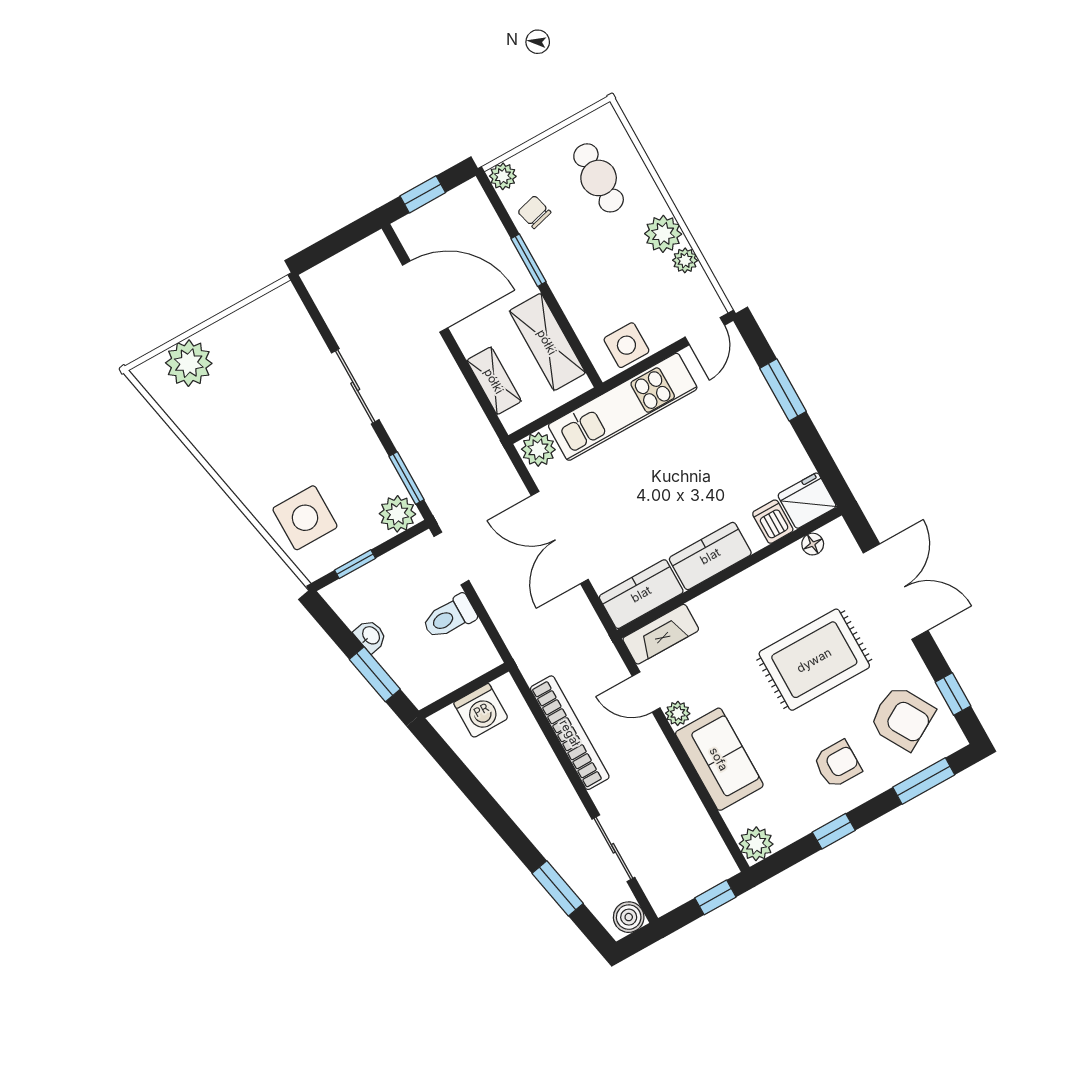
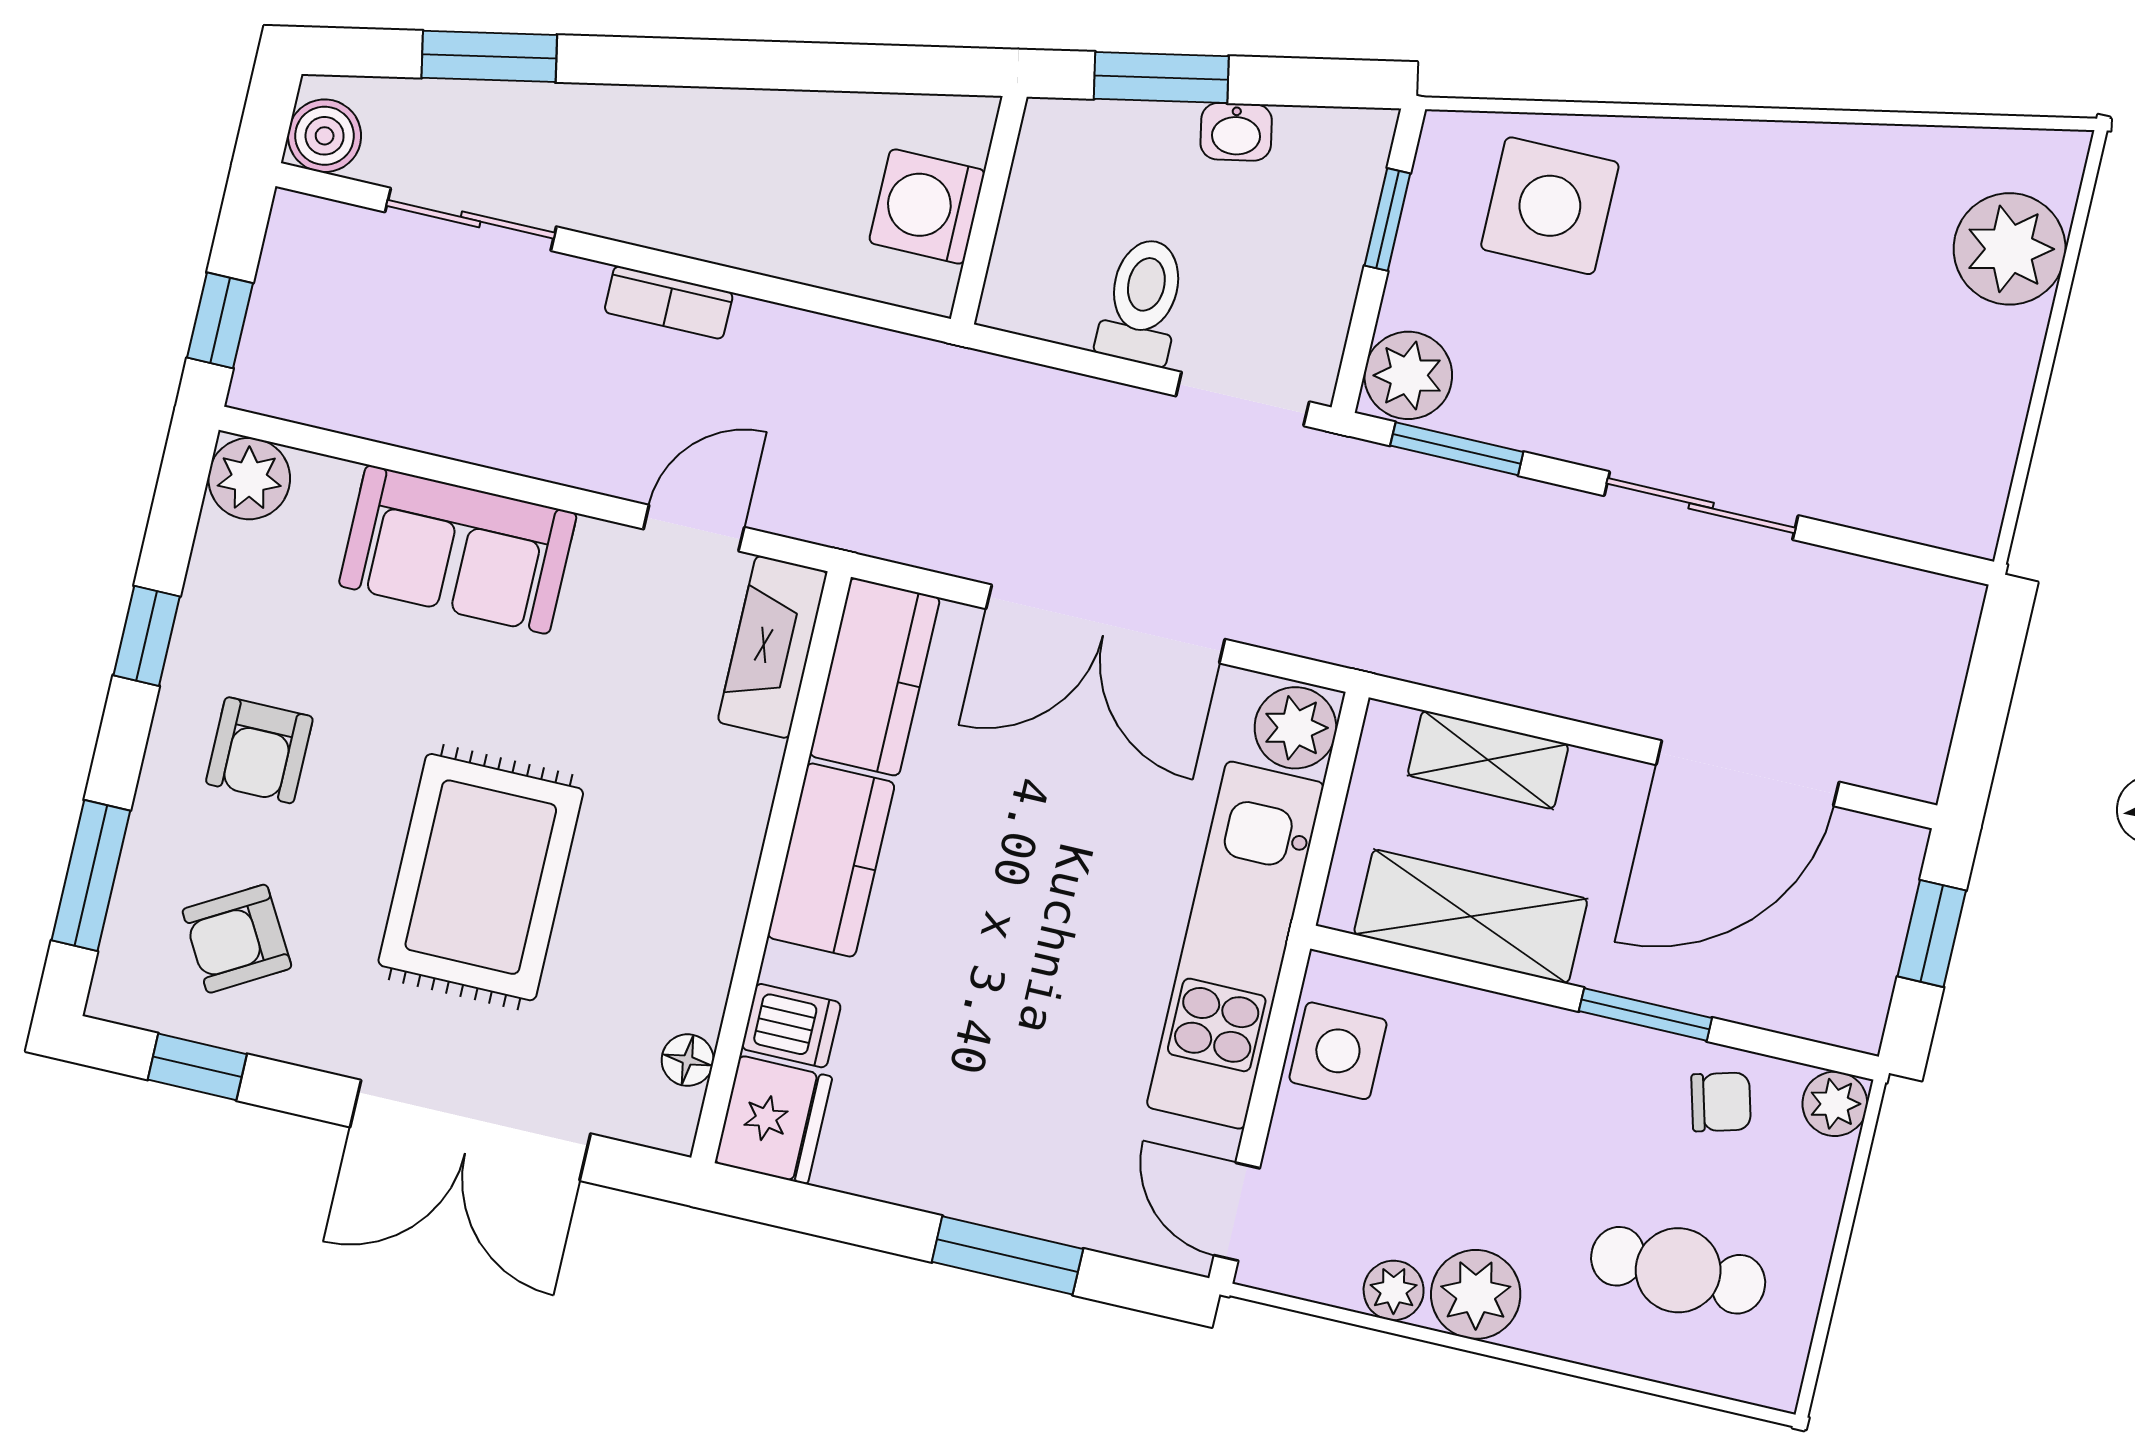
double door: (560, 538) -> (1105, 624), swing flipped
plant: (678, 713) -> (605, 550), removed
armchair: (902, 718) -> (237, 939), width x0.72, depth x0.72
bookcase: (570, 733) -> (669, 302), width x0.43, depth x0.76

